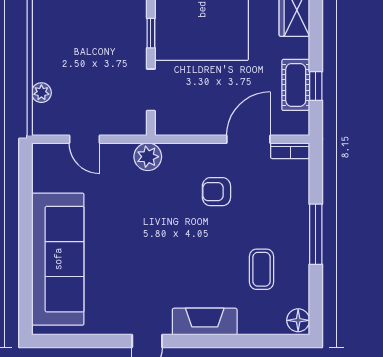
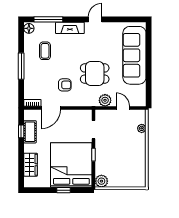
plant: (148, 157) -> (105, 100), moved
dining table: (148, 218) -> (95, 74), added
window: (254, 341) -> (48, 19), added

